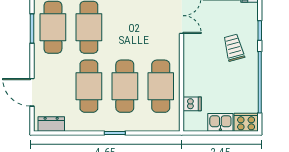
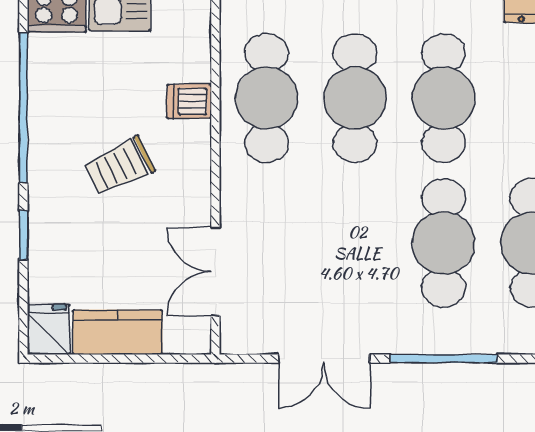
trolley: (234, 48) -> (120, 166), moved, turned 79
dishwasher: (192, 104) -> (189, 101), moved

